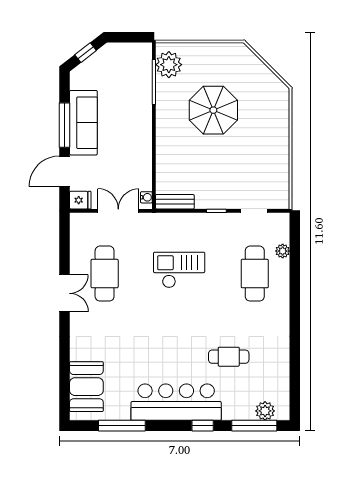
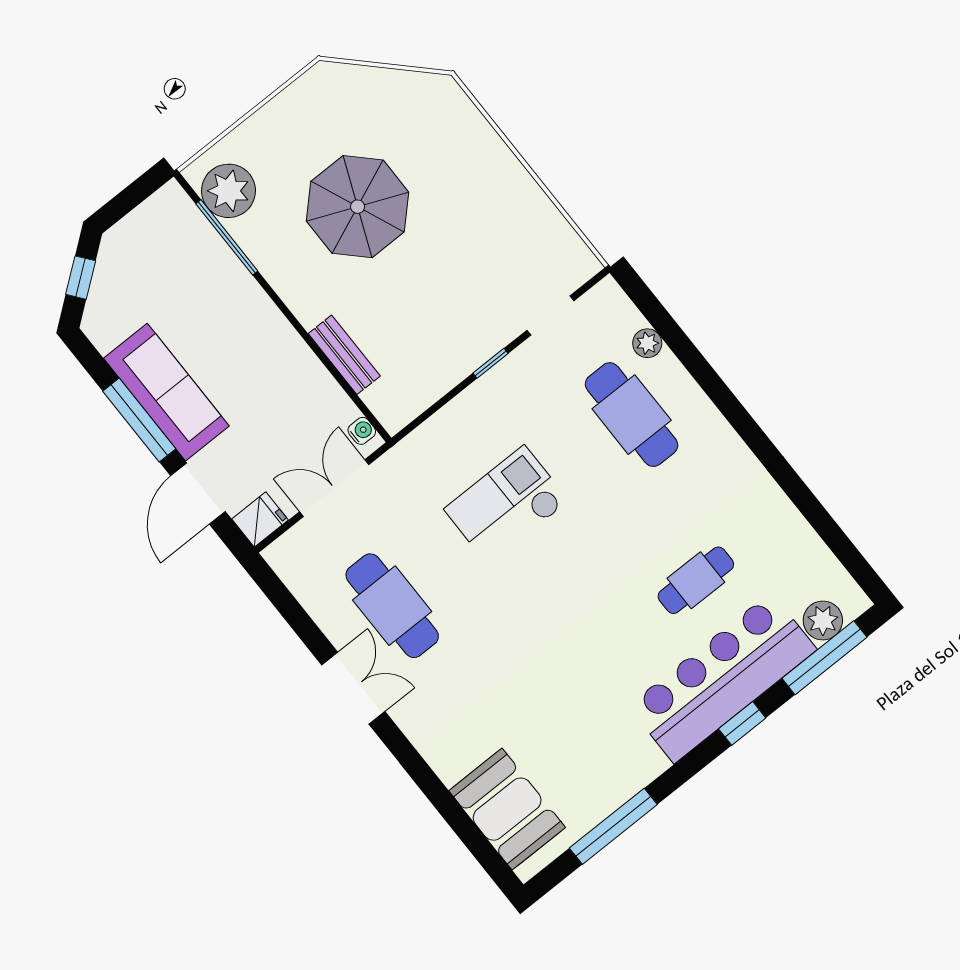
bench: (175, 202) -> (344, 355), moved, turned 90
bar counter: (176, 402) -> (723, 678), moved

